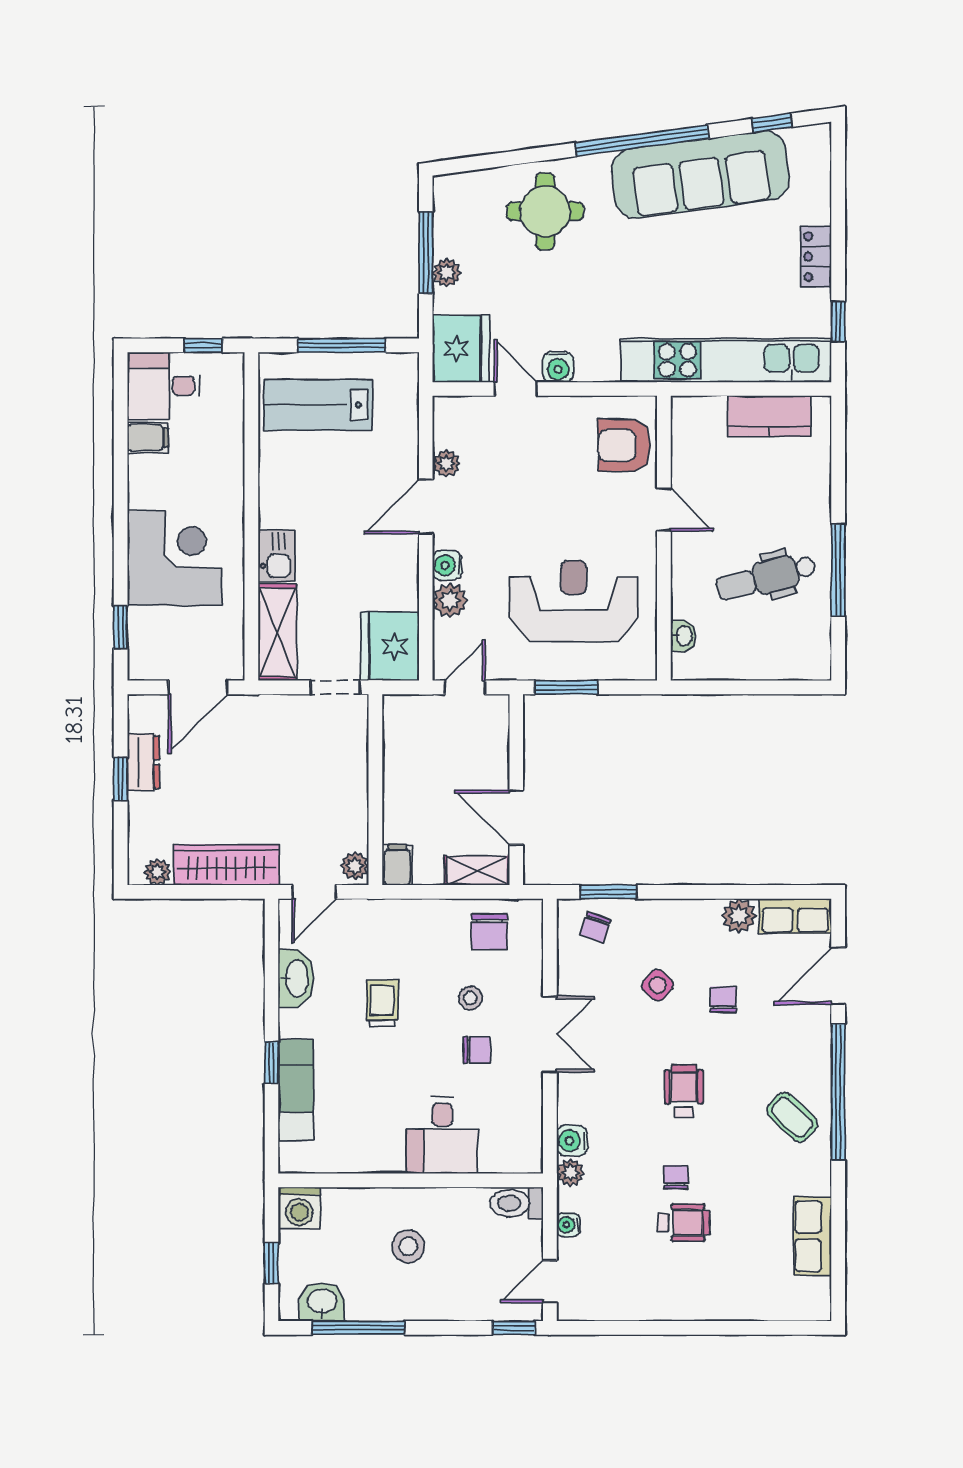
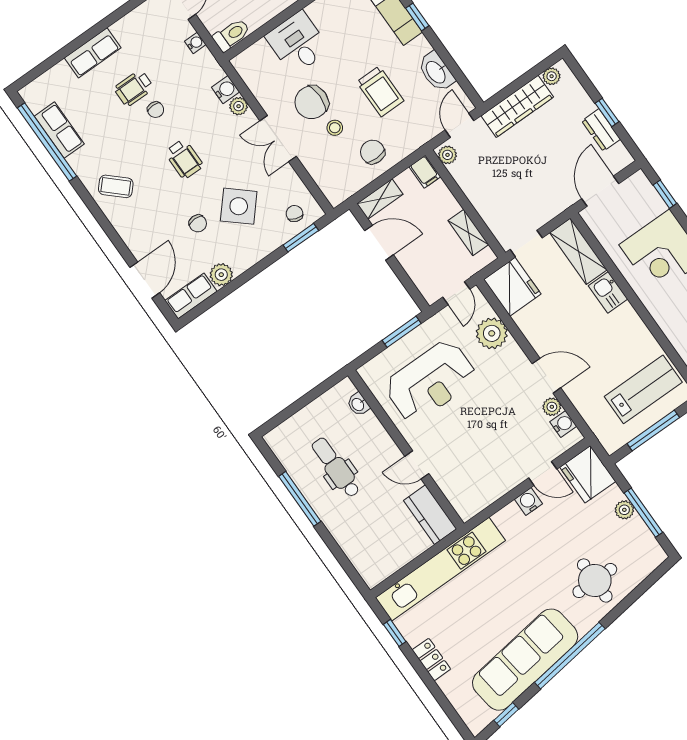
kitchen counter: (769, 416) -> (430, 515), moved, turned -90
armchair: (624, 445) -> (463, 485), removed
door: (426, 507) -> (546, 376), hinge flipped
water cooler: (447, 565) -> (563, 424), moved
dental chair: (766, 577) -> (336, 467), turned -75
plant: (450, 600) -> (492, 333), width x1.36, depth x1.36
shelving: (397, 752) -> (468, 232), added
chair: (489, 932) -> (373, 152), moved
side table: (658, 985) -> (239, 206), width x1.87, depth x1.87
trolley: (382, 1003) -> (380, 91), width x1.36, depth x1.39
chair: (477, 1050) -> (312, 102), width x1.87, depth x1.87
window: (838, 1092) -> (47, 142), moved
plant: (570, 1172) -> (239, 106), moved
row of seats: (704, 1302) -> (93, 53), added

